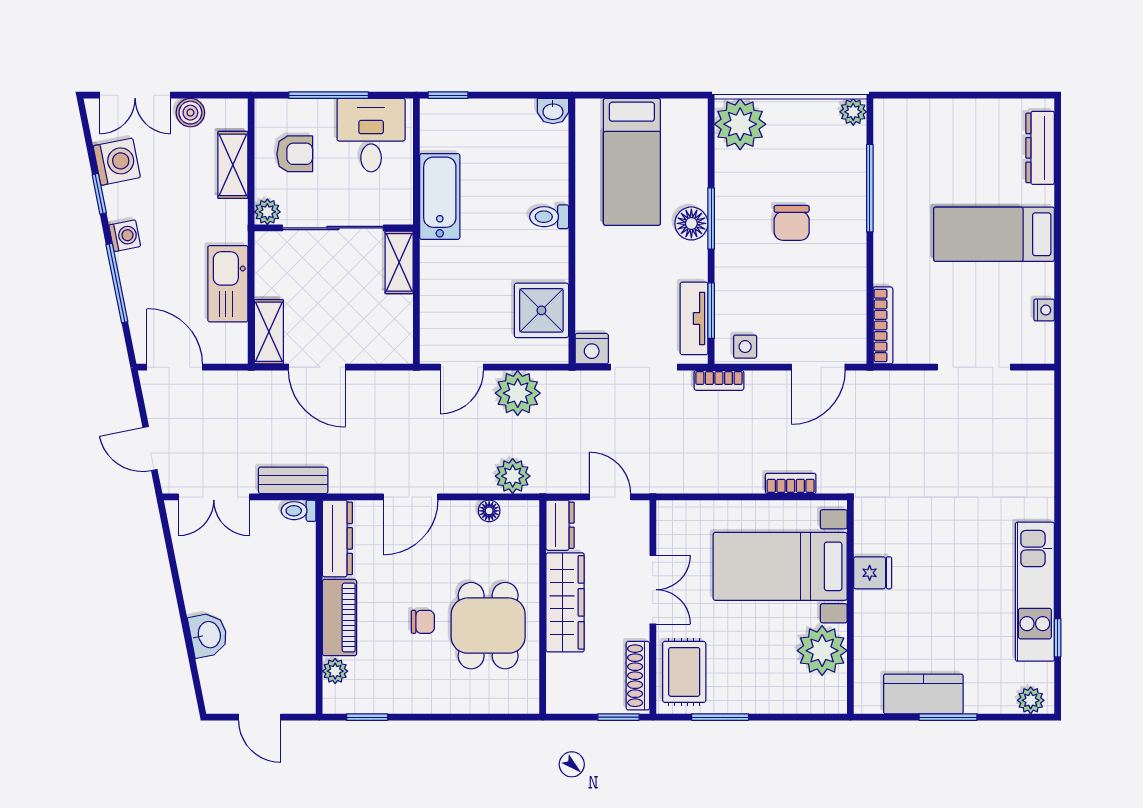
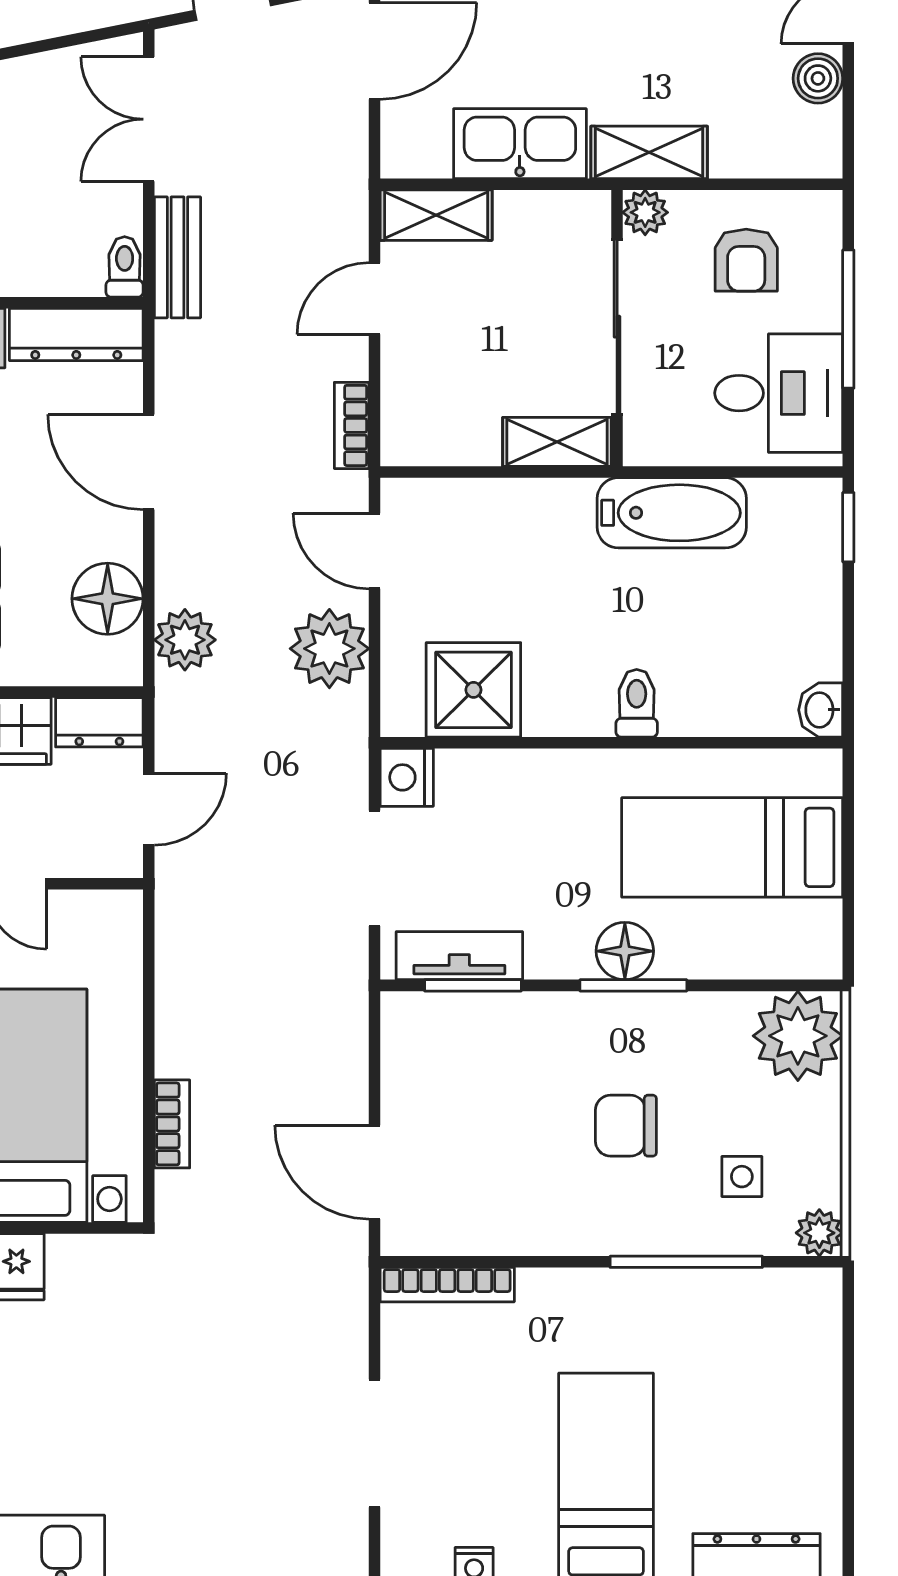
shelving: (233, 165) -> (649, 152), moved
side table: (745, 347) -> (742, 1177), moved
door: (317, 367) -> (374, 299), width x0.73
bookcase: (719, 380) -> (352, 425), moved
floor lamp: (489, 511) -> (108, 599), width x1.89, depth x1.89

